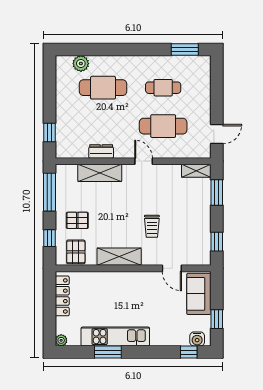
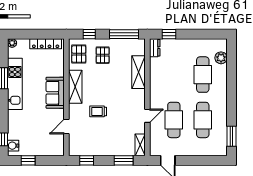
cafe table: (163, 88) -> (203, 120), width x1.37, depth x1.35
dresser: (101, 151) -> (155, 48), moved
door: (144, 161) -> (147, 116), moved
pallet: (76, 252) -> (79, 54), turned 90
sofa: (199, 294) -> (55, 93), moved, turned -90

